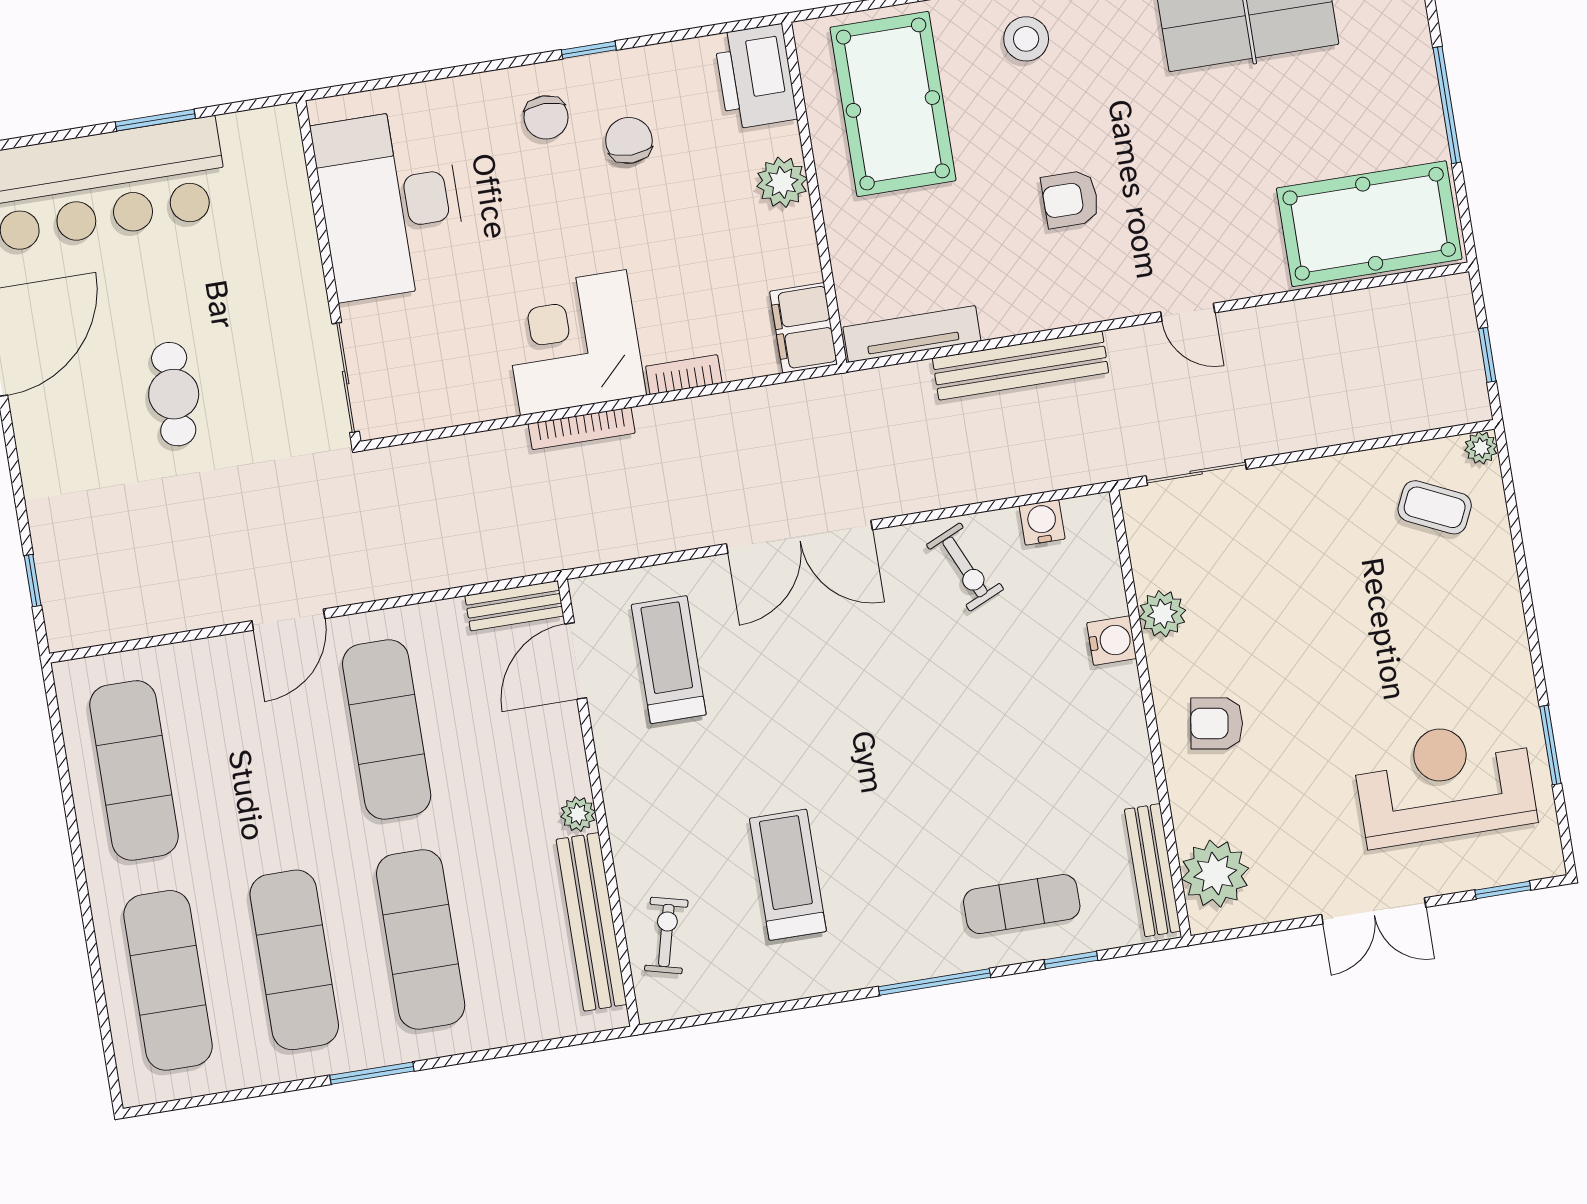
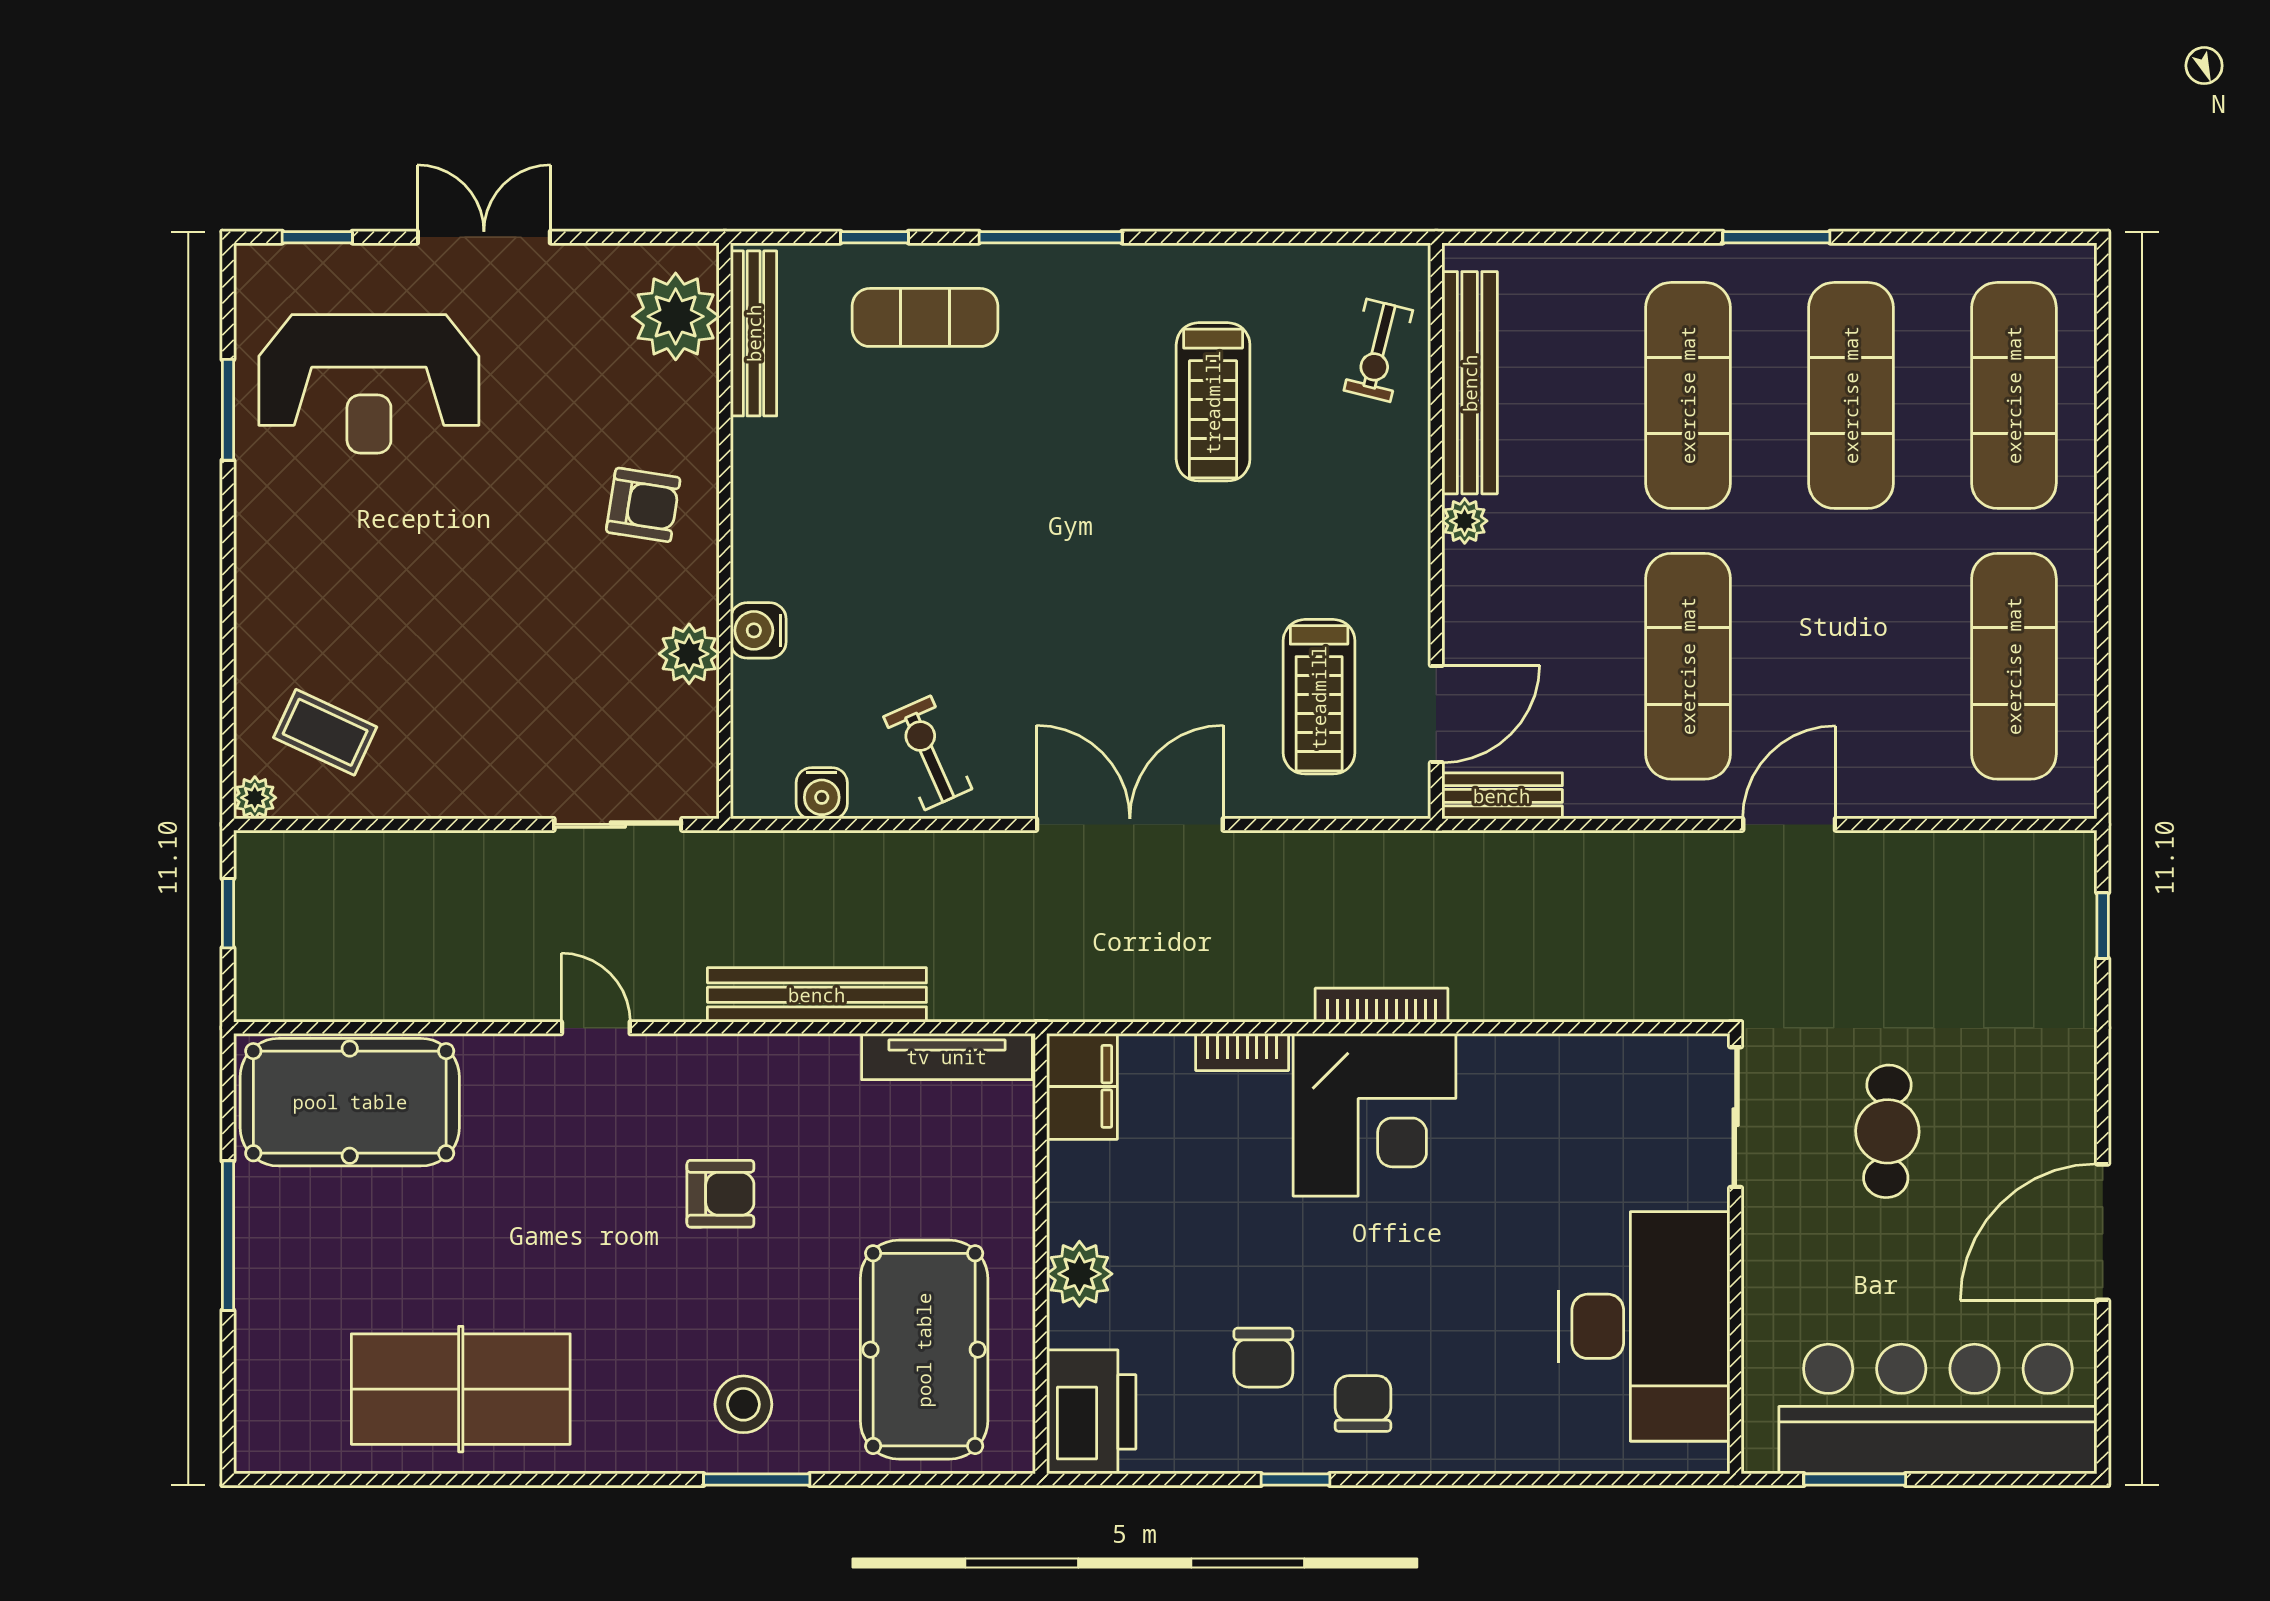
desk: (390, 204) -> (1644, 1326), moved
wall: (329, 272) -> (1736, 1254), moved
sliding door: (346, 378) -> (1736, 1117), moved

